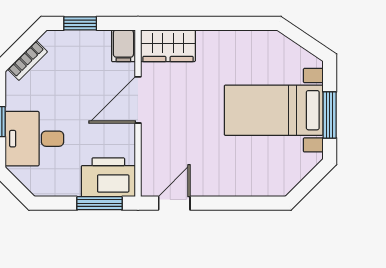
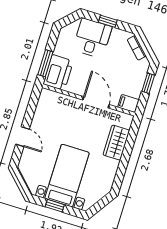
wardrobe: (168, 46) -> (116, 143), moved
window: (330, 115) -> (55, 206), width x0.67
door: (174, 203) -> (23, 137), moved

